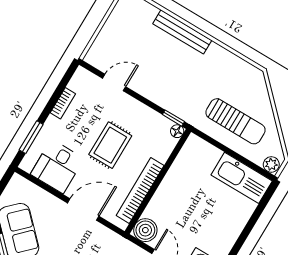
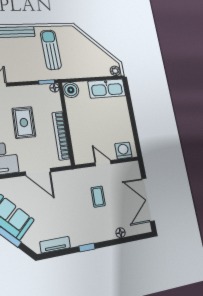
sun lounger: (236, 121) -> (51, 50), moved, turned -92
door: (83, 210) -> (38, 172), swing flipped
boiler: (145, 230) -> (71, 90), moved

